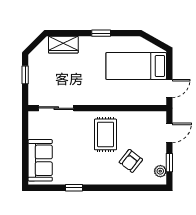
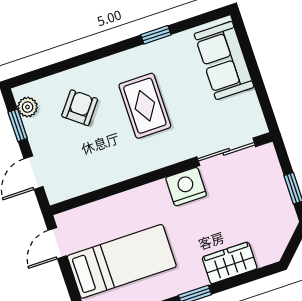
wardrobe: (63, 45) -> (230, 263), moved
nightstand: (86, 96) -> (186, 187), added
rug: (105, 134) -> (145, 106), moved

